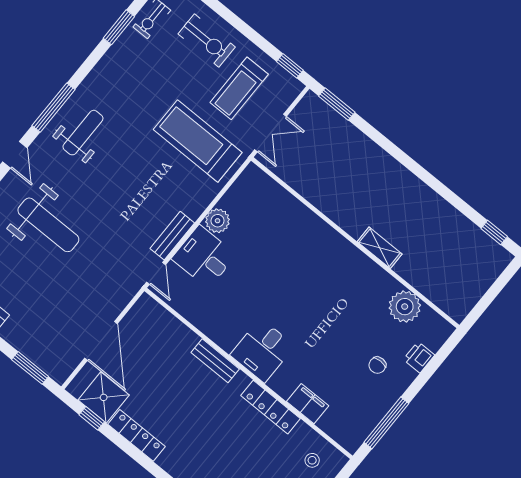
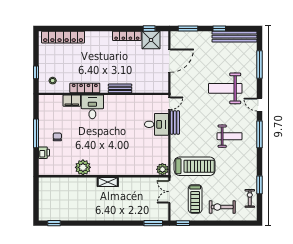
treadmill: (239, 88) -> (195, 199), turned 180
weight bench: (83, 133) -> (230, 136), moved, turned -90
plant: (218, 221) -> (162, 169), moved
shelving: (380, 248) -> (108, 182), moved
door: (156, 273) -> (169, 103), swing flipped
plant: (405, 307) -> (83, 167), moved
door: (101, 341) -> (169, 61), swing flipped
desk: (262, 350) -> (92, 107), moved
window: (386, 423) -> (36, 133), moved

